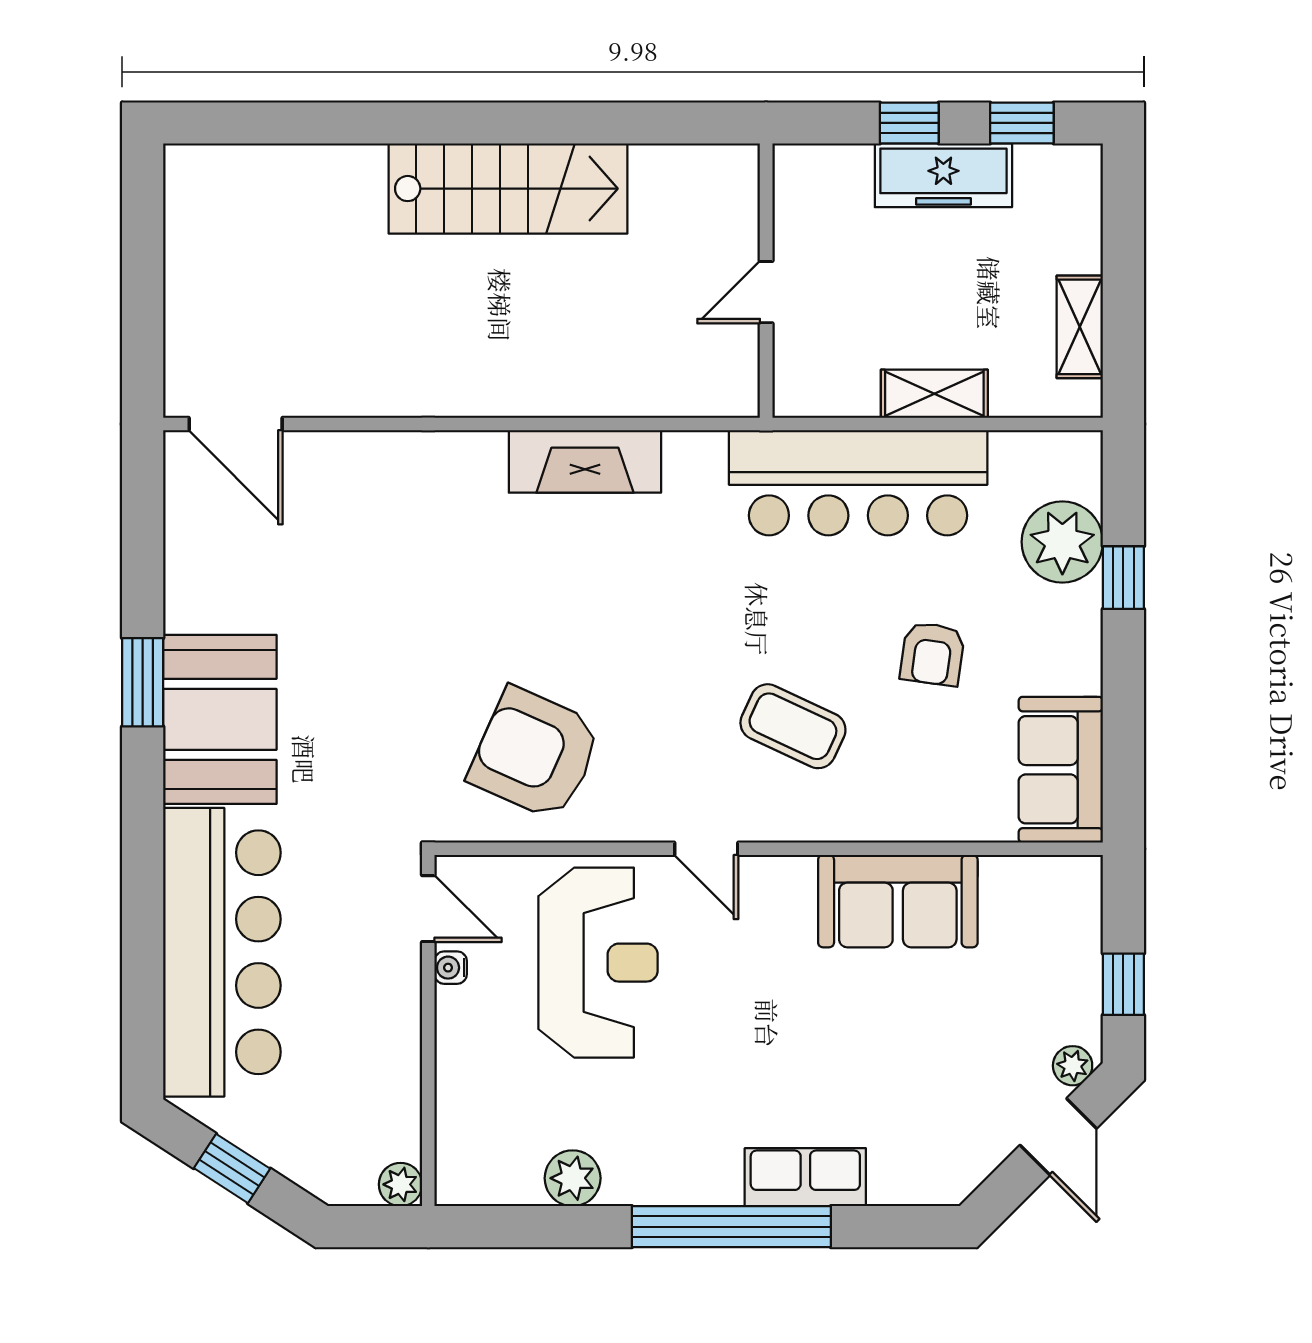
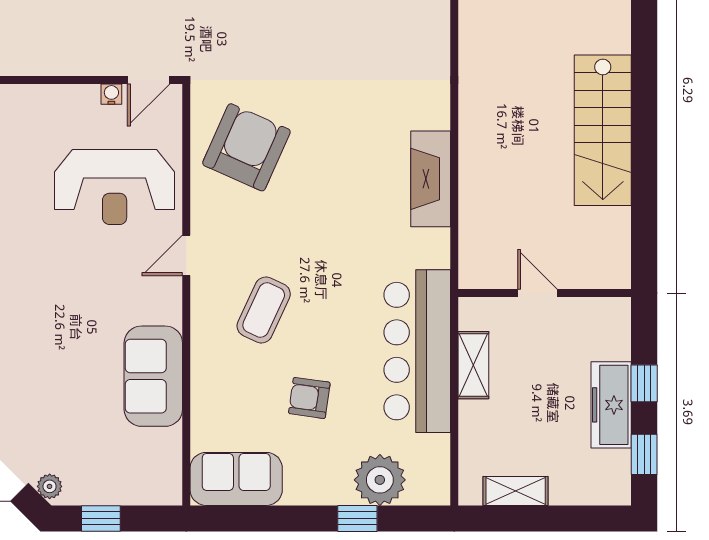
shelving: (934, 394) -> (473, 365), moved

